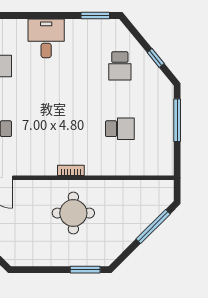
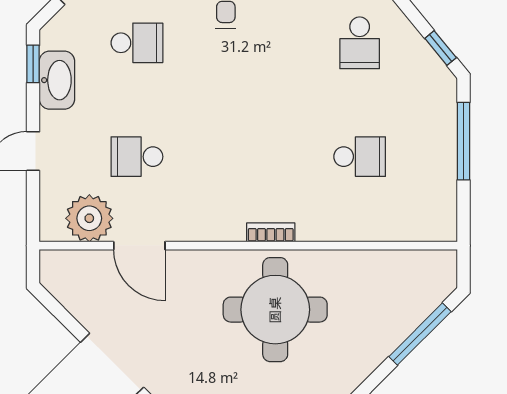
window: (156, 58) -> (441, 48), moved
round table: (73, 213) -> (275, 310), width x1.36, depth x1.36

